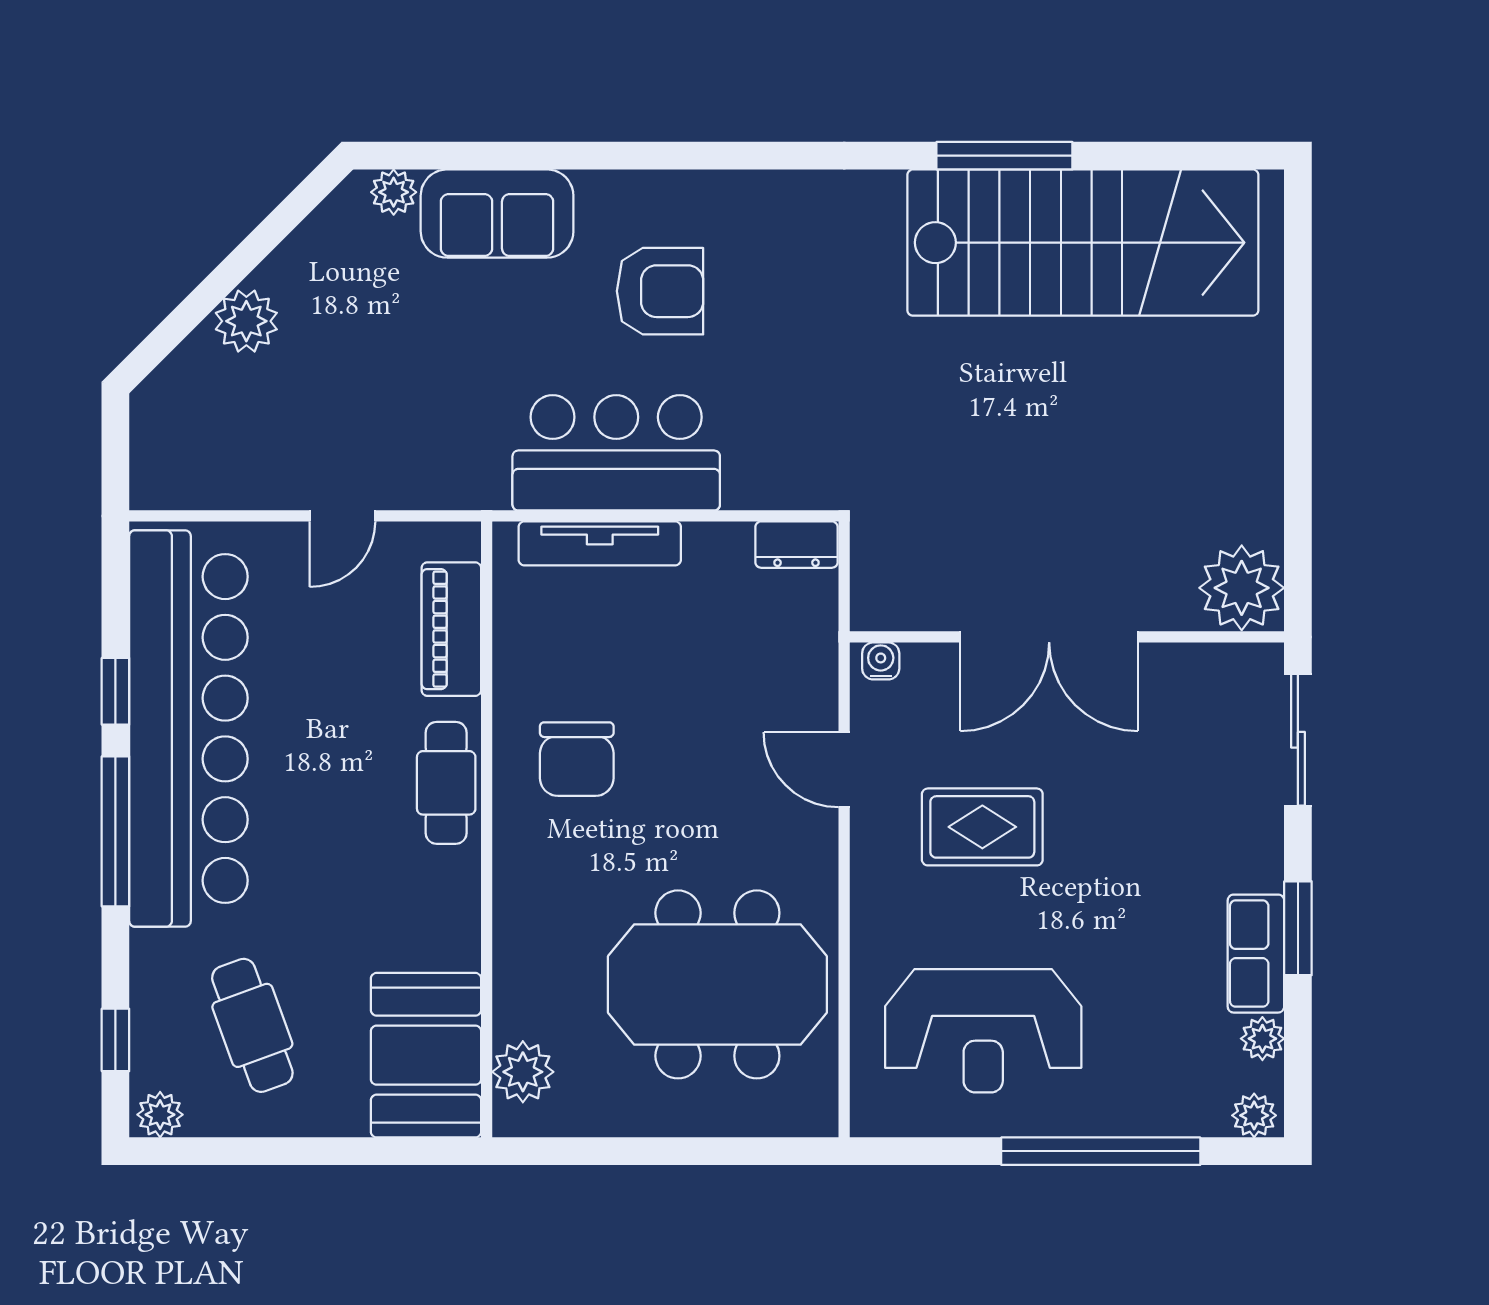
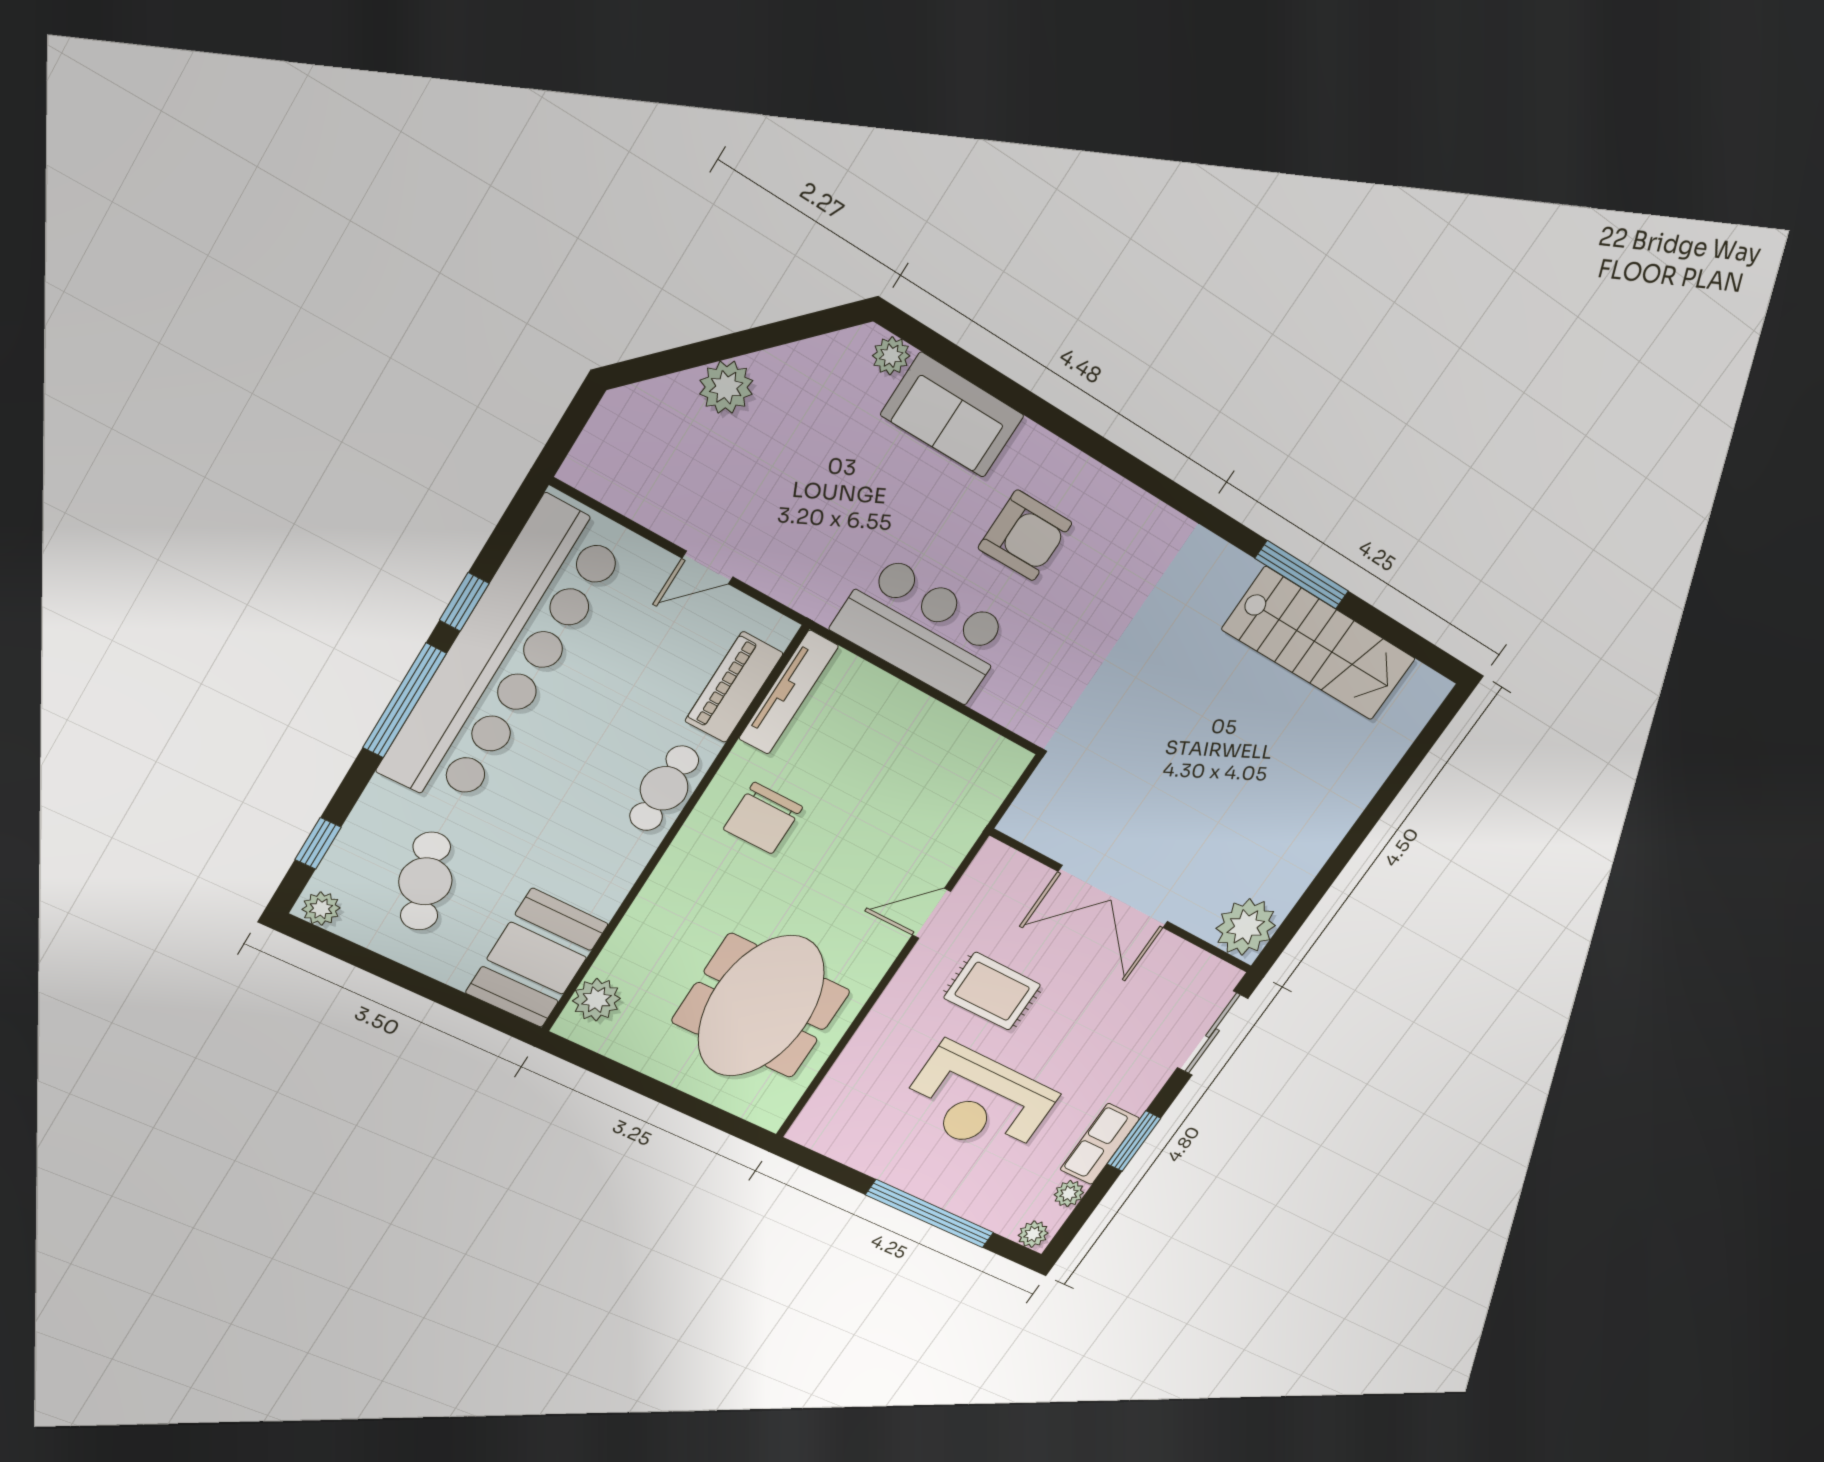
stairs: (1083, 243) -> (1319, 644), width x0.73, depth x0.66
tv unit: (600, 543) -> (789, 692), moved, turned -90
dresser: (796, 545) -> (999, 755), removed
water cooler: (881, 661) -> (1001, 857), removed
door: (844, 770) -> (931, 913), hinge flipped
meeting table: (717, 984) -> (761, 1006), turned 90
reception desk: (983, 1031) -> (978, 1102), moved

